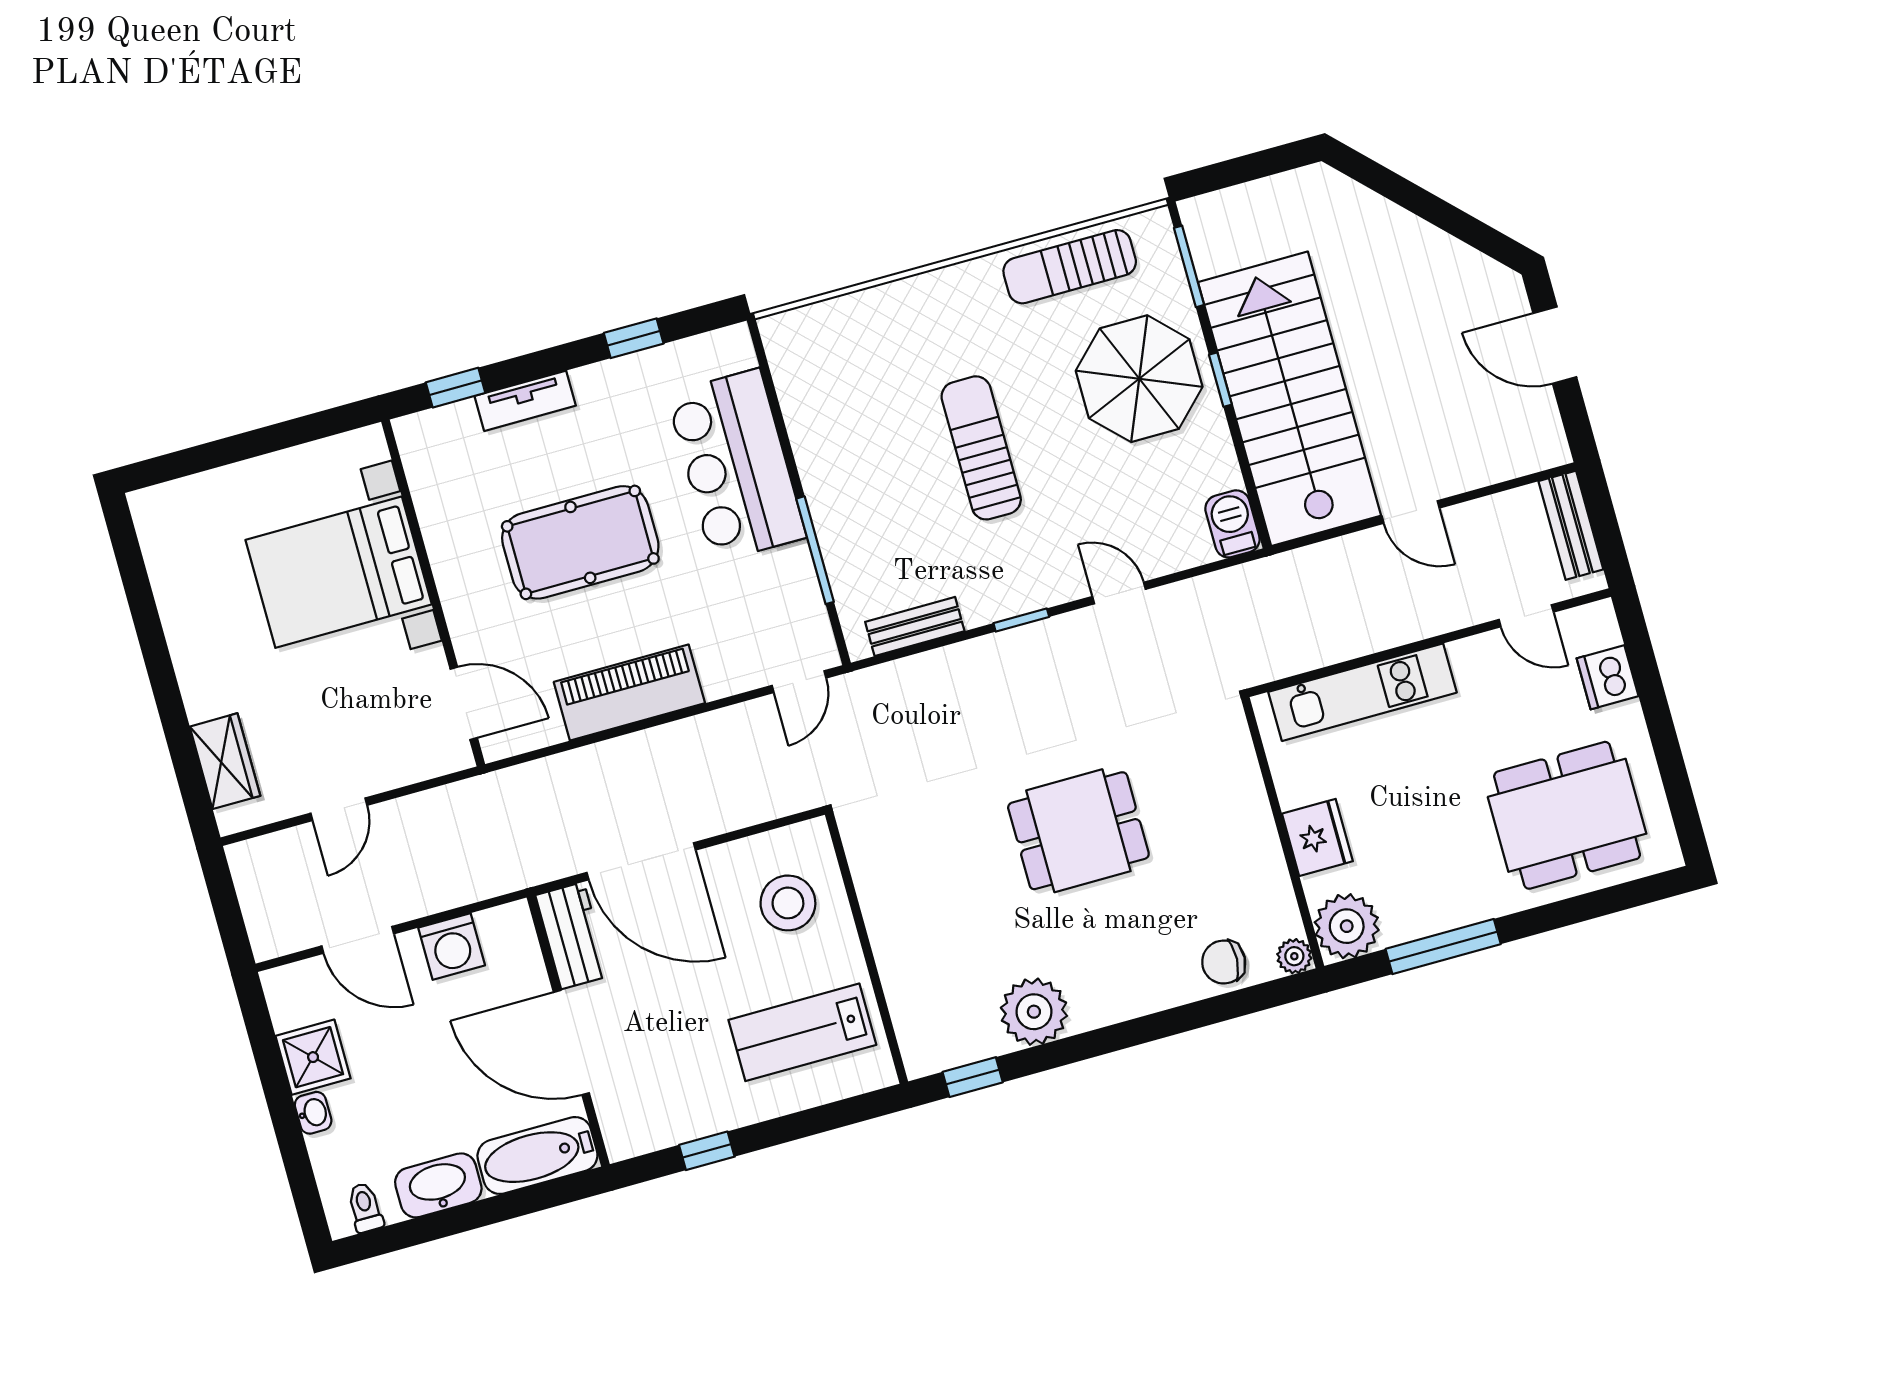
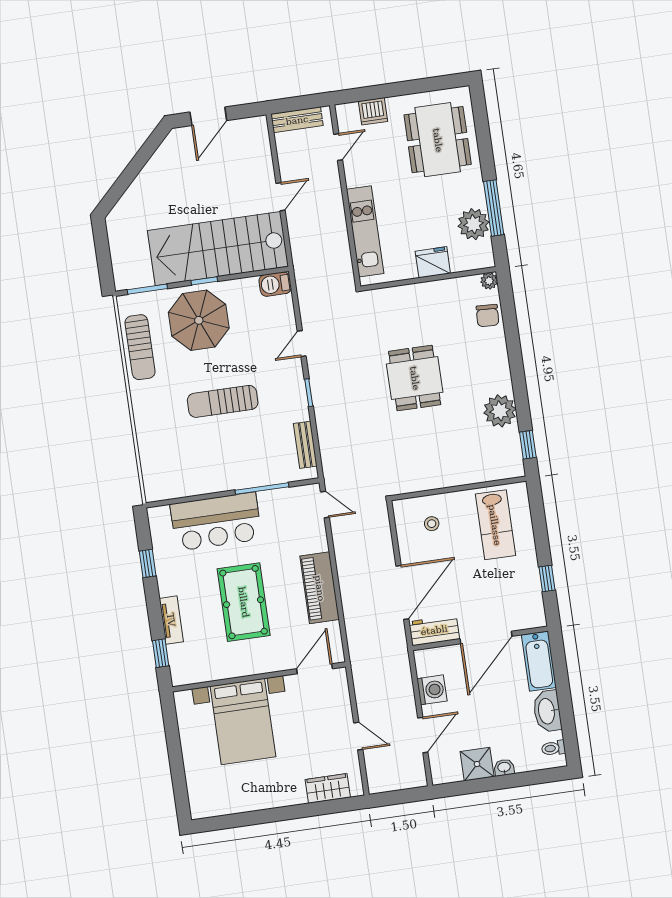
stool: (788, 903) -> (432, 524), width x0.53, depth x0.53
plant: (1347, 926) -> (474, 224), moved

